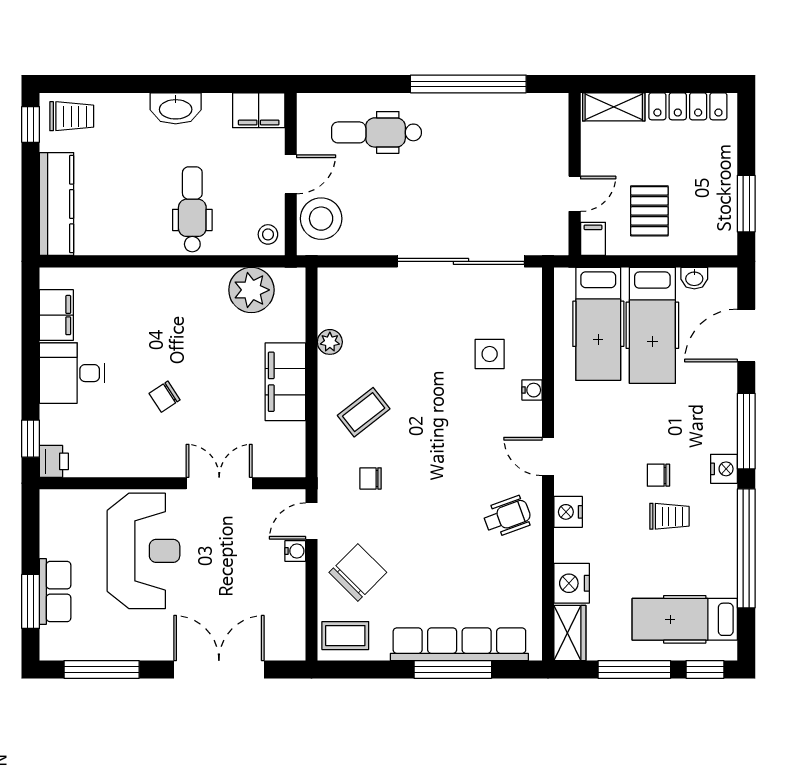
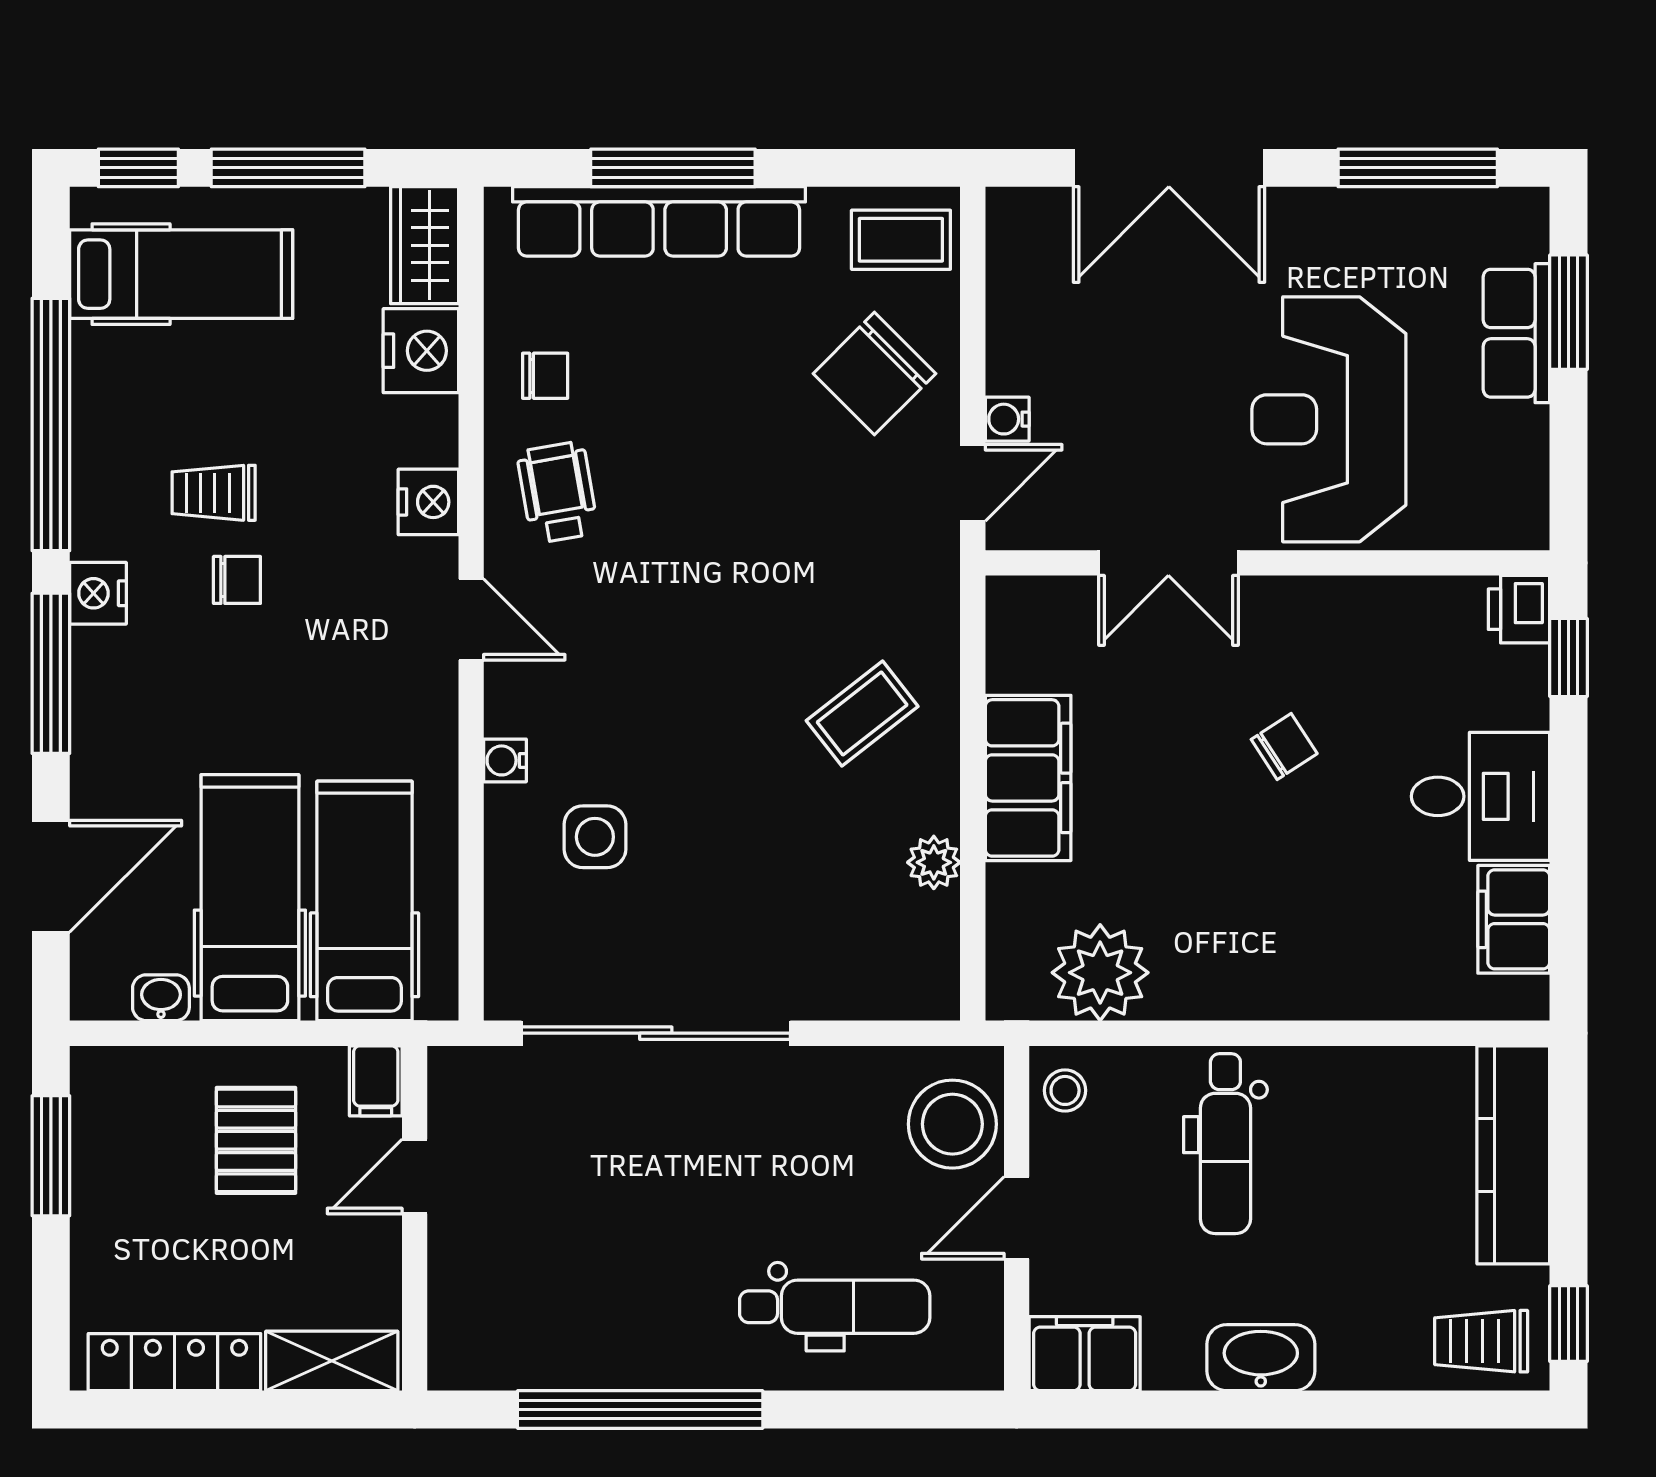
chair: (371, 478) -> (545, 376), moved
wheelchair: (507, 516) -> (558, 492), turned 100

